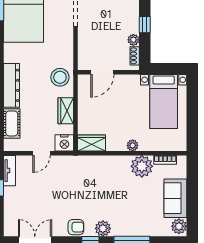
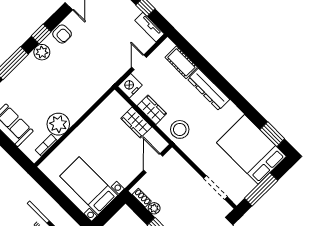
wardrobe: (92, 143) -> (136, 123), moved, turned 90
plant: (133, 145) -> (80, 132), removed
armchair: (76, 227) -> (62, 34), turned -90

